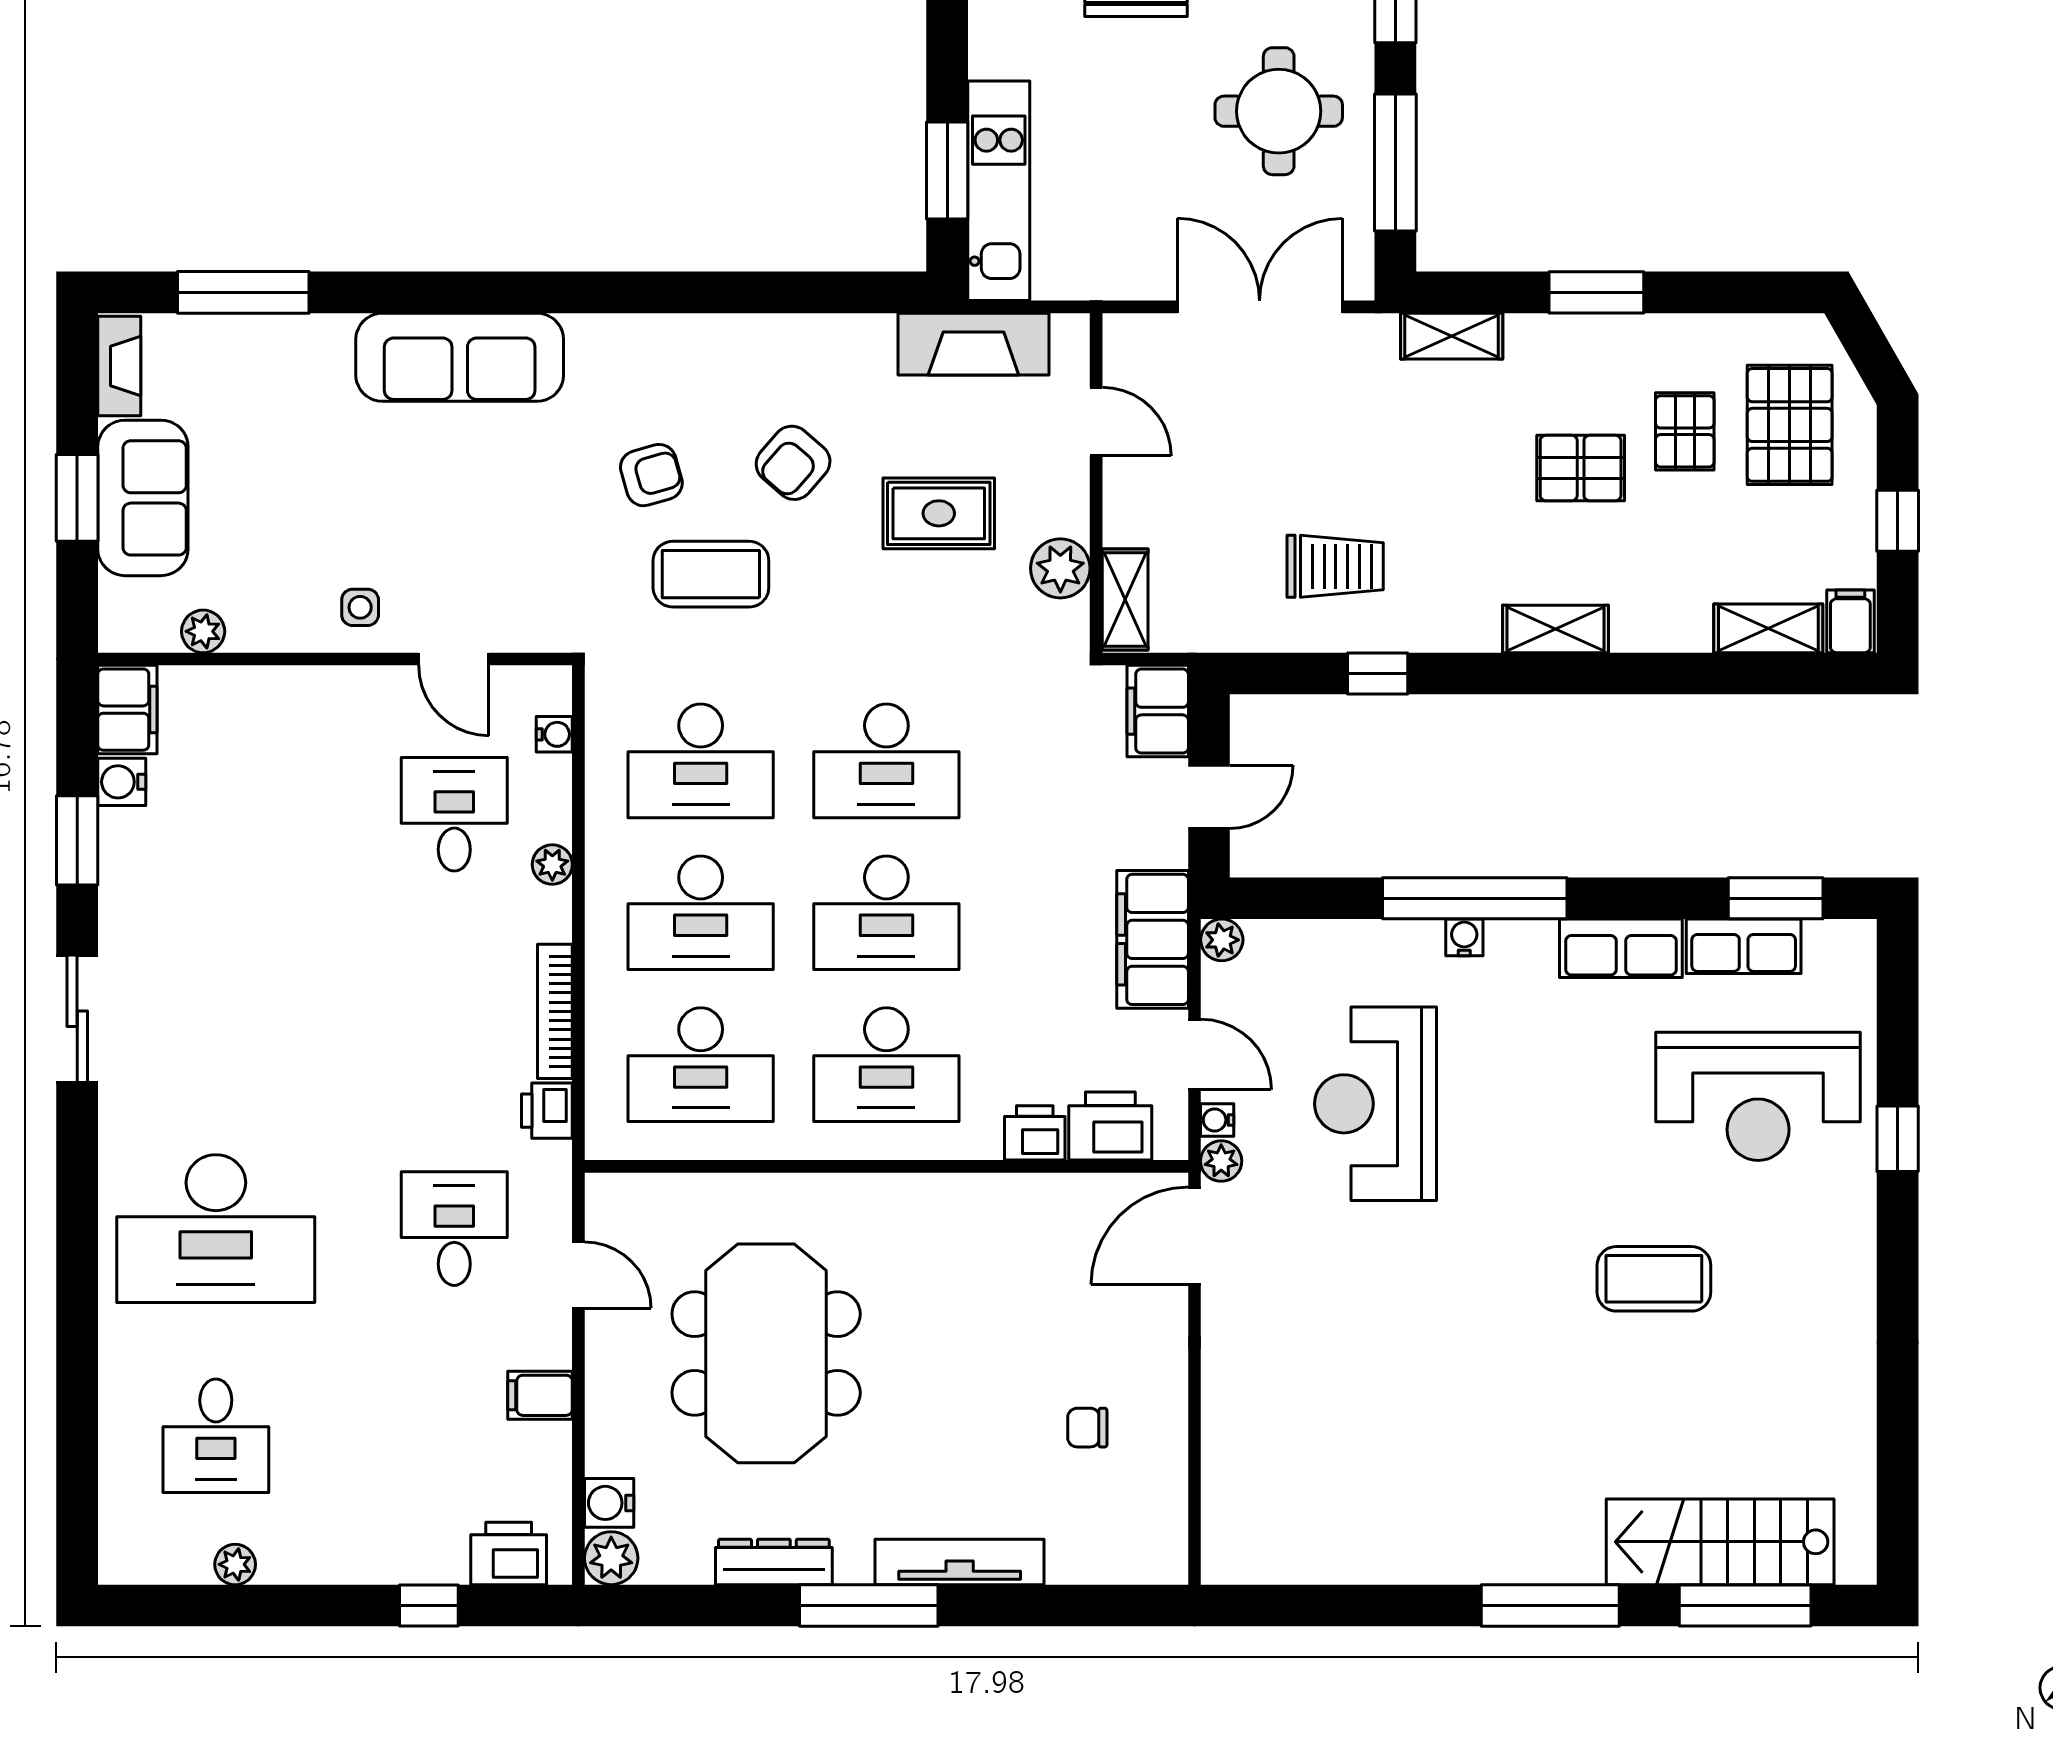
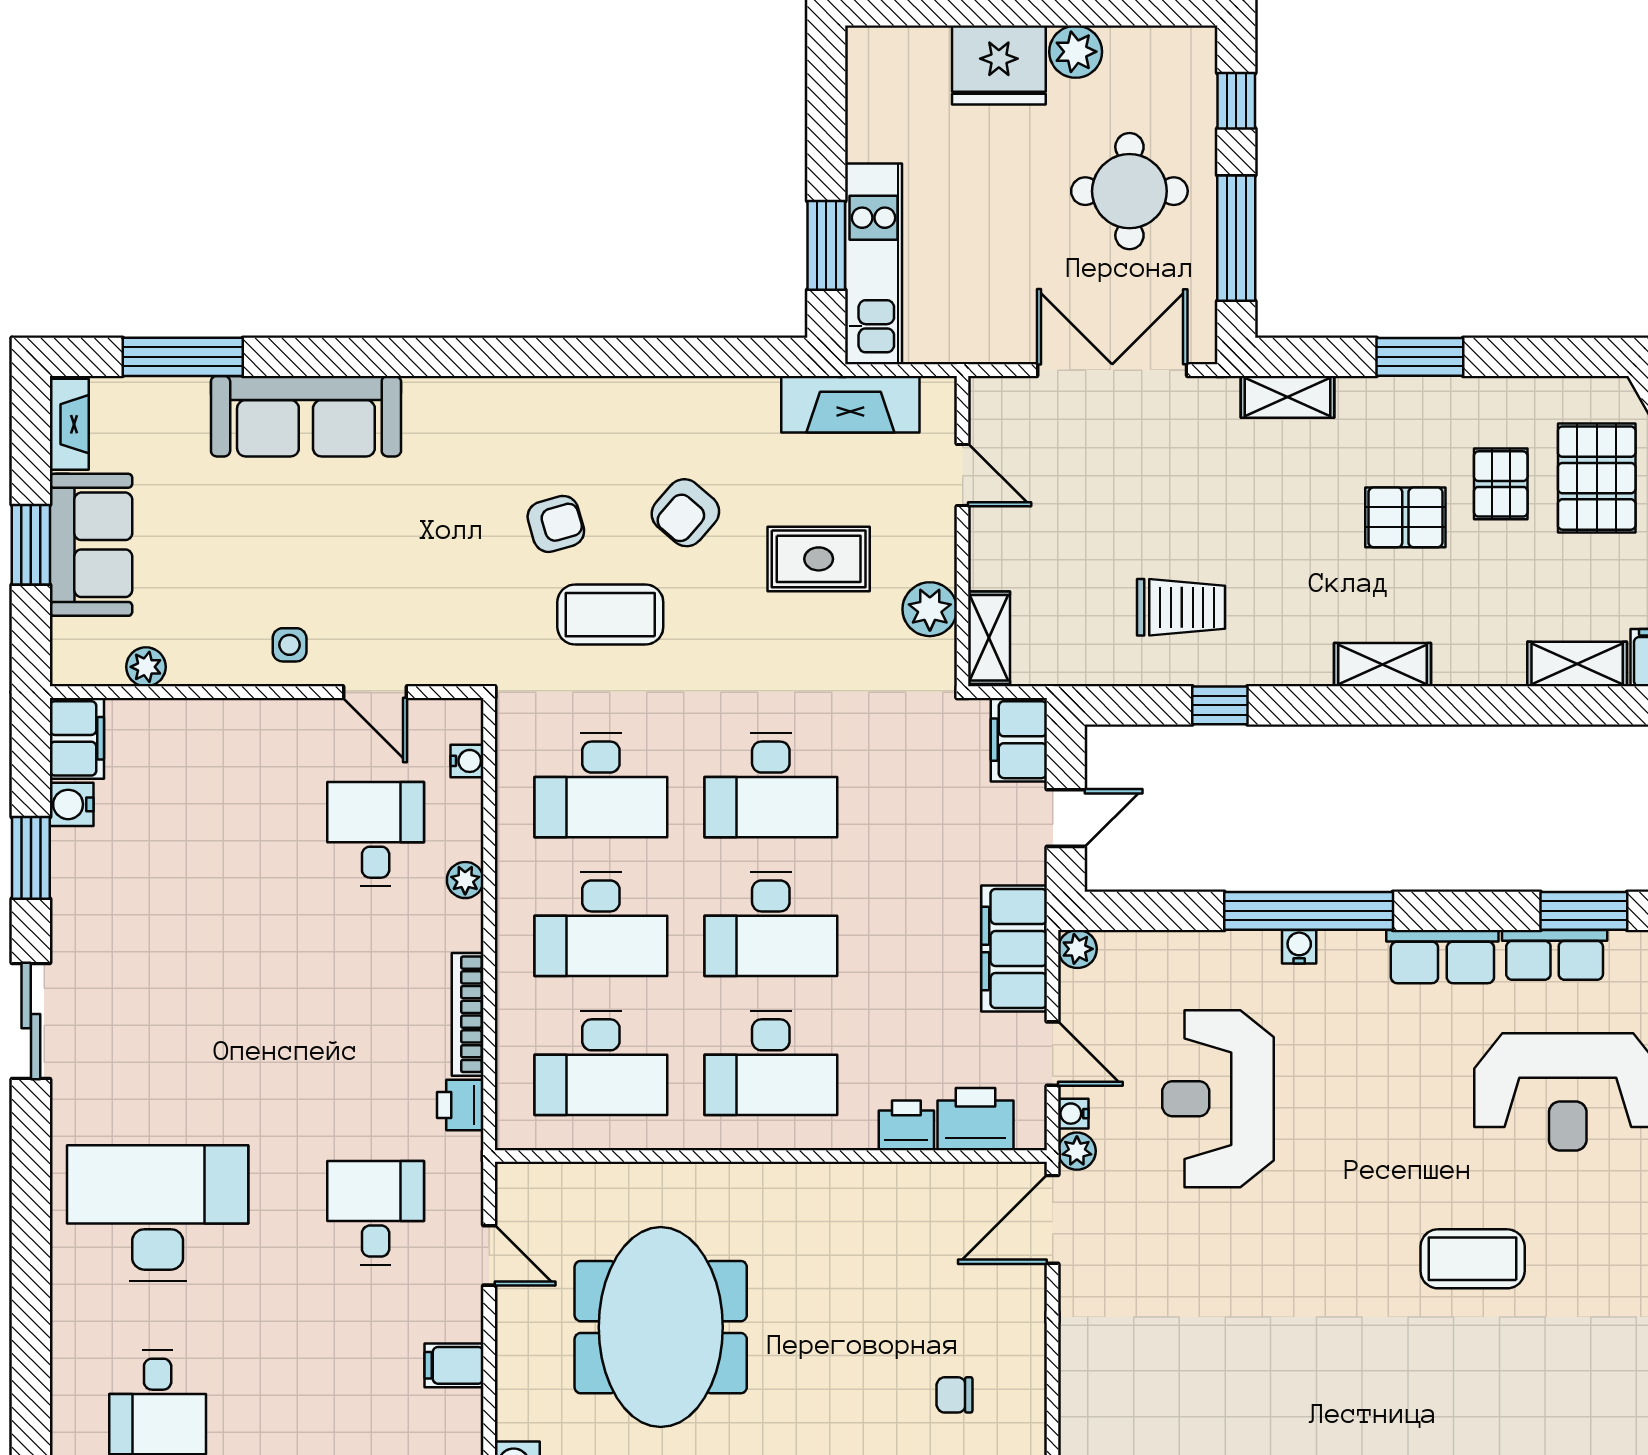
sofa: (460, 357) -> (306, 416), moved
desk: (216, 1229) -> (158, 1213), turned 180

